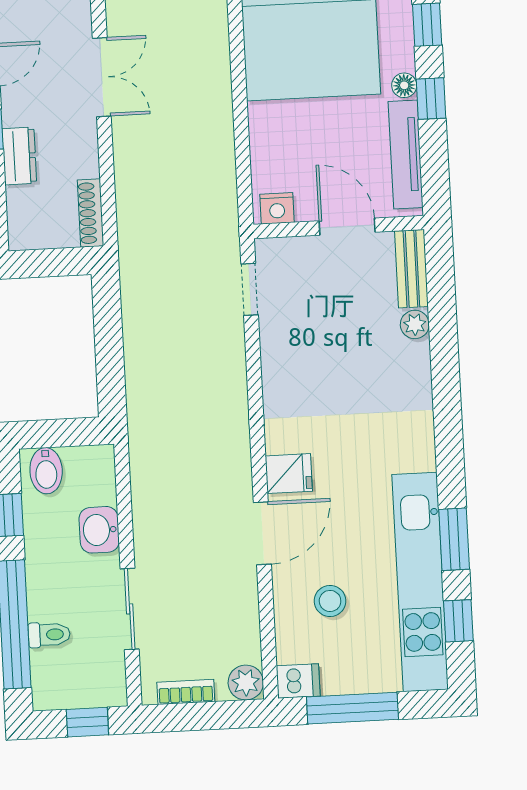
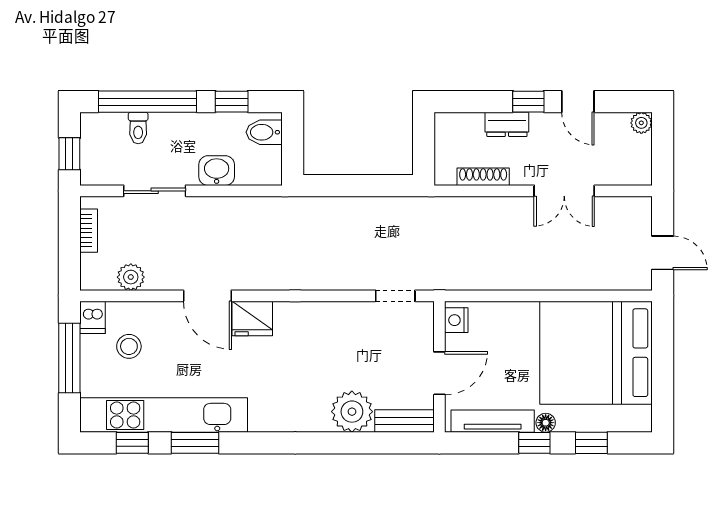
shoe rack: (91, 213) -> (483, 177), moved
plant: (415, 324) -> (352, 412), width x1.87, depth x1.87
fridge: (289, 474) -> (252, 318), width x1.38
stool: (330, 601) -> (129, 346), moved
plant: (246, 683) -> (131, 277), moved

